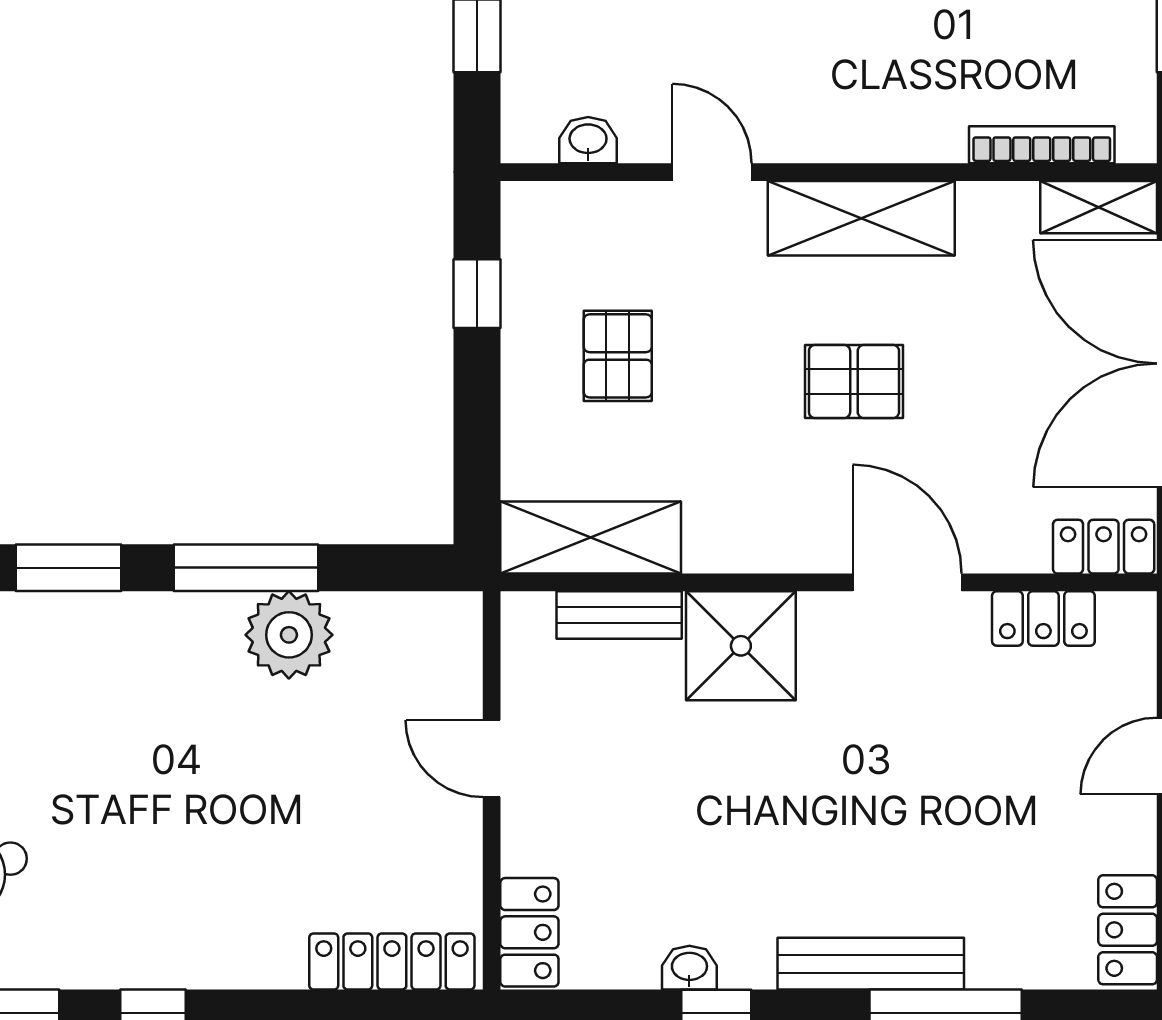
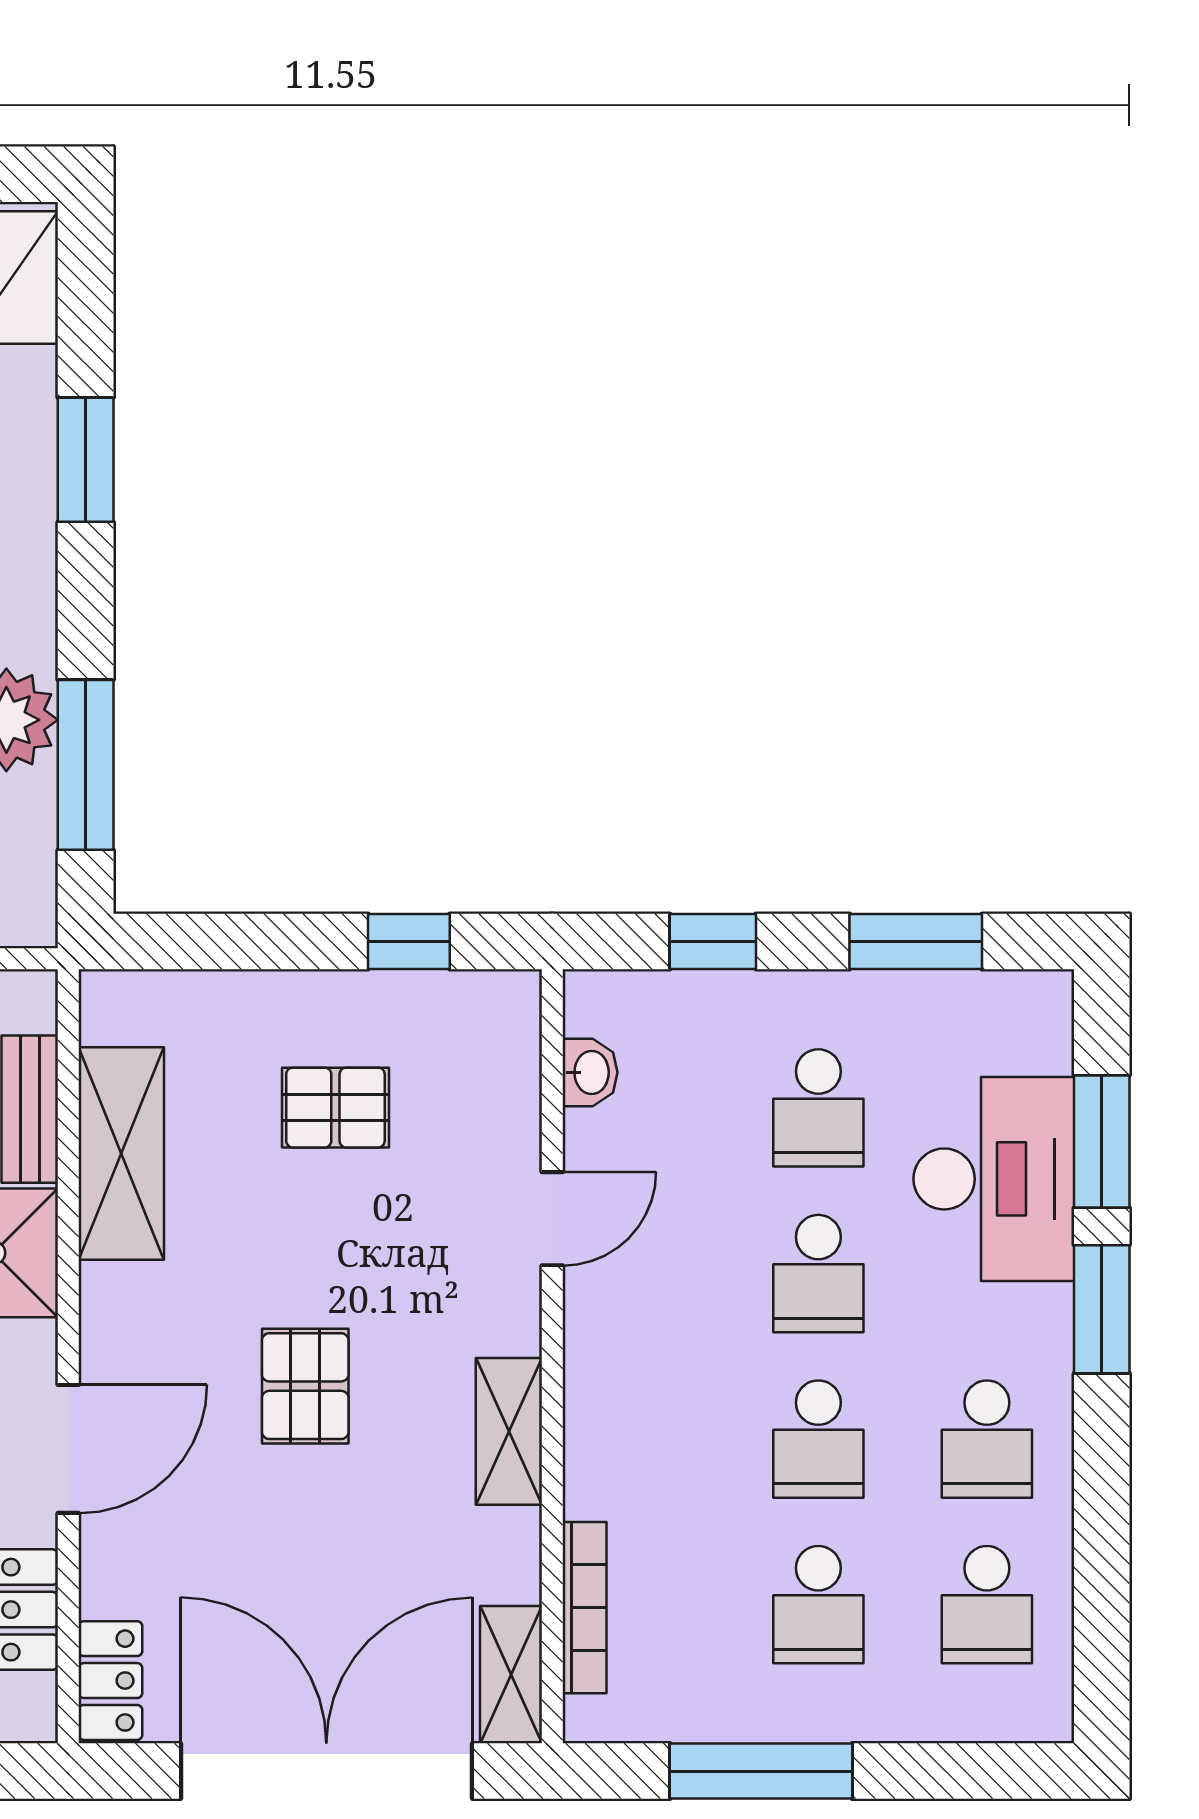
shelving: (861, 218) -> (509, 1431), width x0.67, depth x0.75
shelving: (591, 537) -> (121, 1153), moved
window: (246, 568) -> (86, 765), moved

